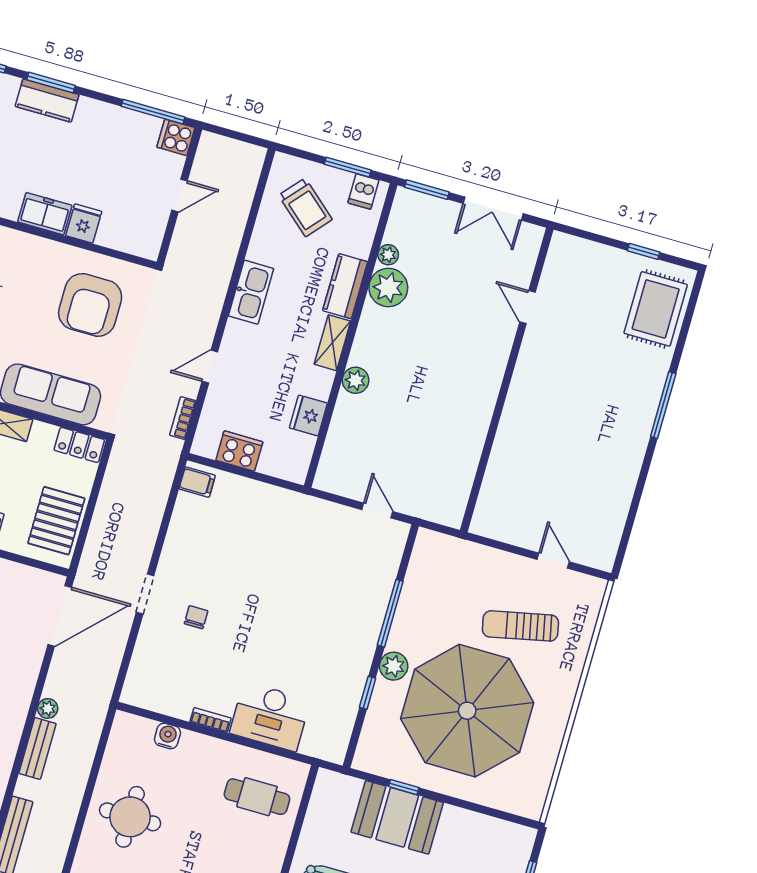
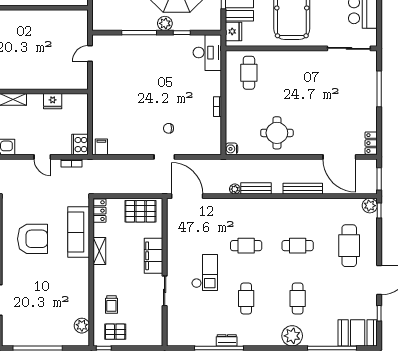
armchair: (90, 305) -> (33, 239), moved
plant: (355, 380) -> (28, 83), removed
cooker: (239, 451) -> (80, 145), moved
desk: (270, 717) -> (207, 53), moved
water cooler: (167, 736) -> (231, 149), moved
fridge: (342, 790) -> (233, 31), added

